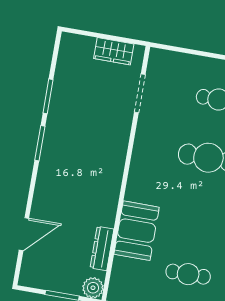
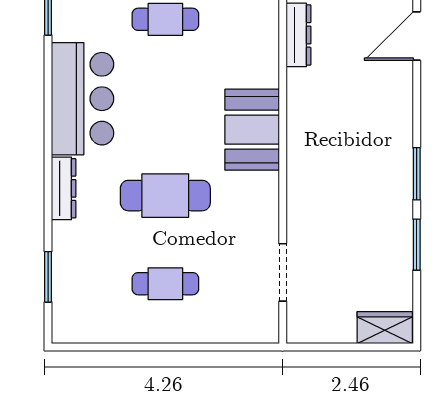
wardrobe: (114, 51) -> (385, 328), moved
booth: (137, 231) -> (252, 130), moved

